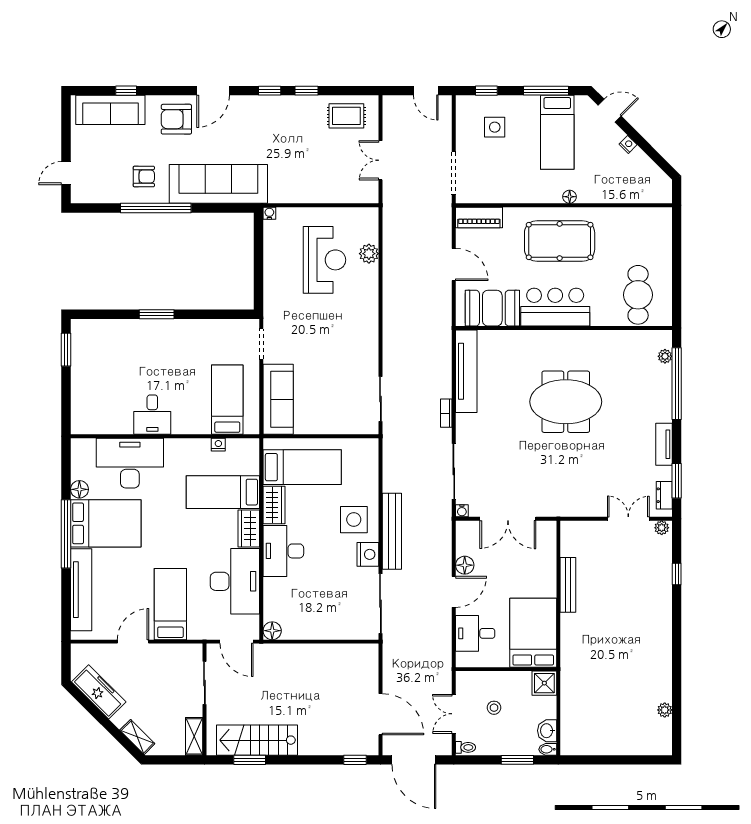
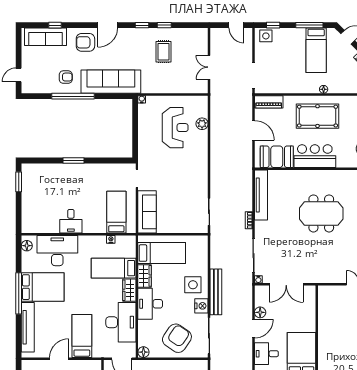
rug: (346, 116) -> (163, 52), moved, turned 90
side table: (495, 127) -> (266, 36), moved
floor lamp: (79, 489) -> (27, 246), moved
bench: (568, 585) -> (323, 324), removed
armchair: (327, 608) -> (177, 338), added

